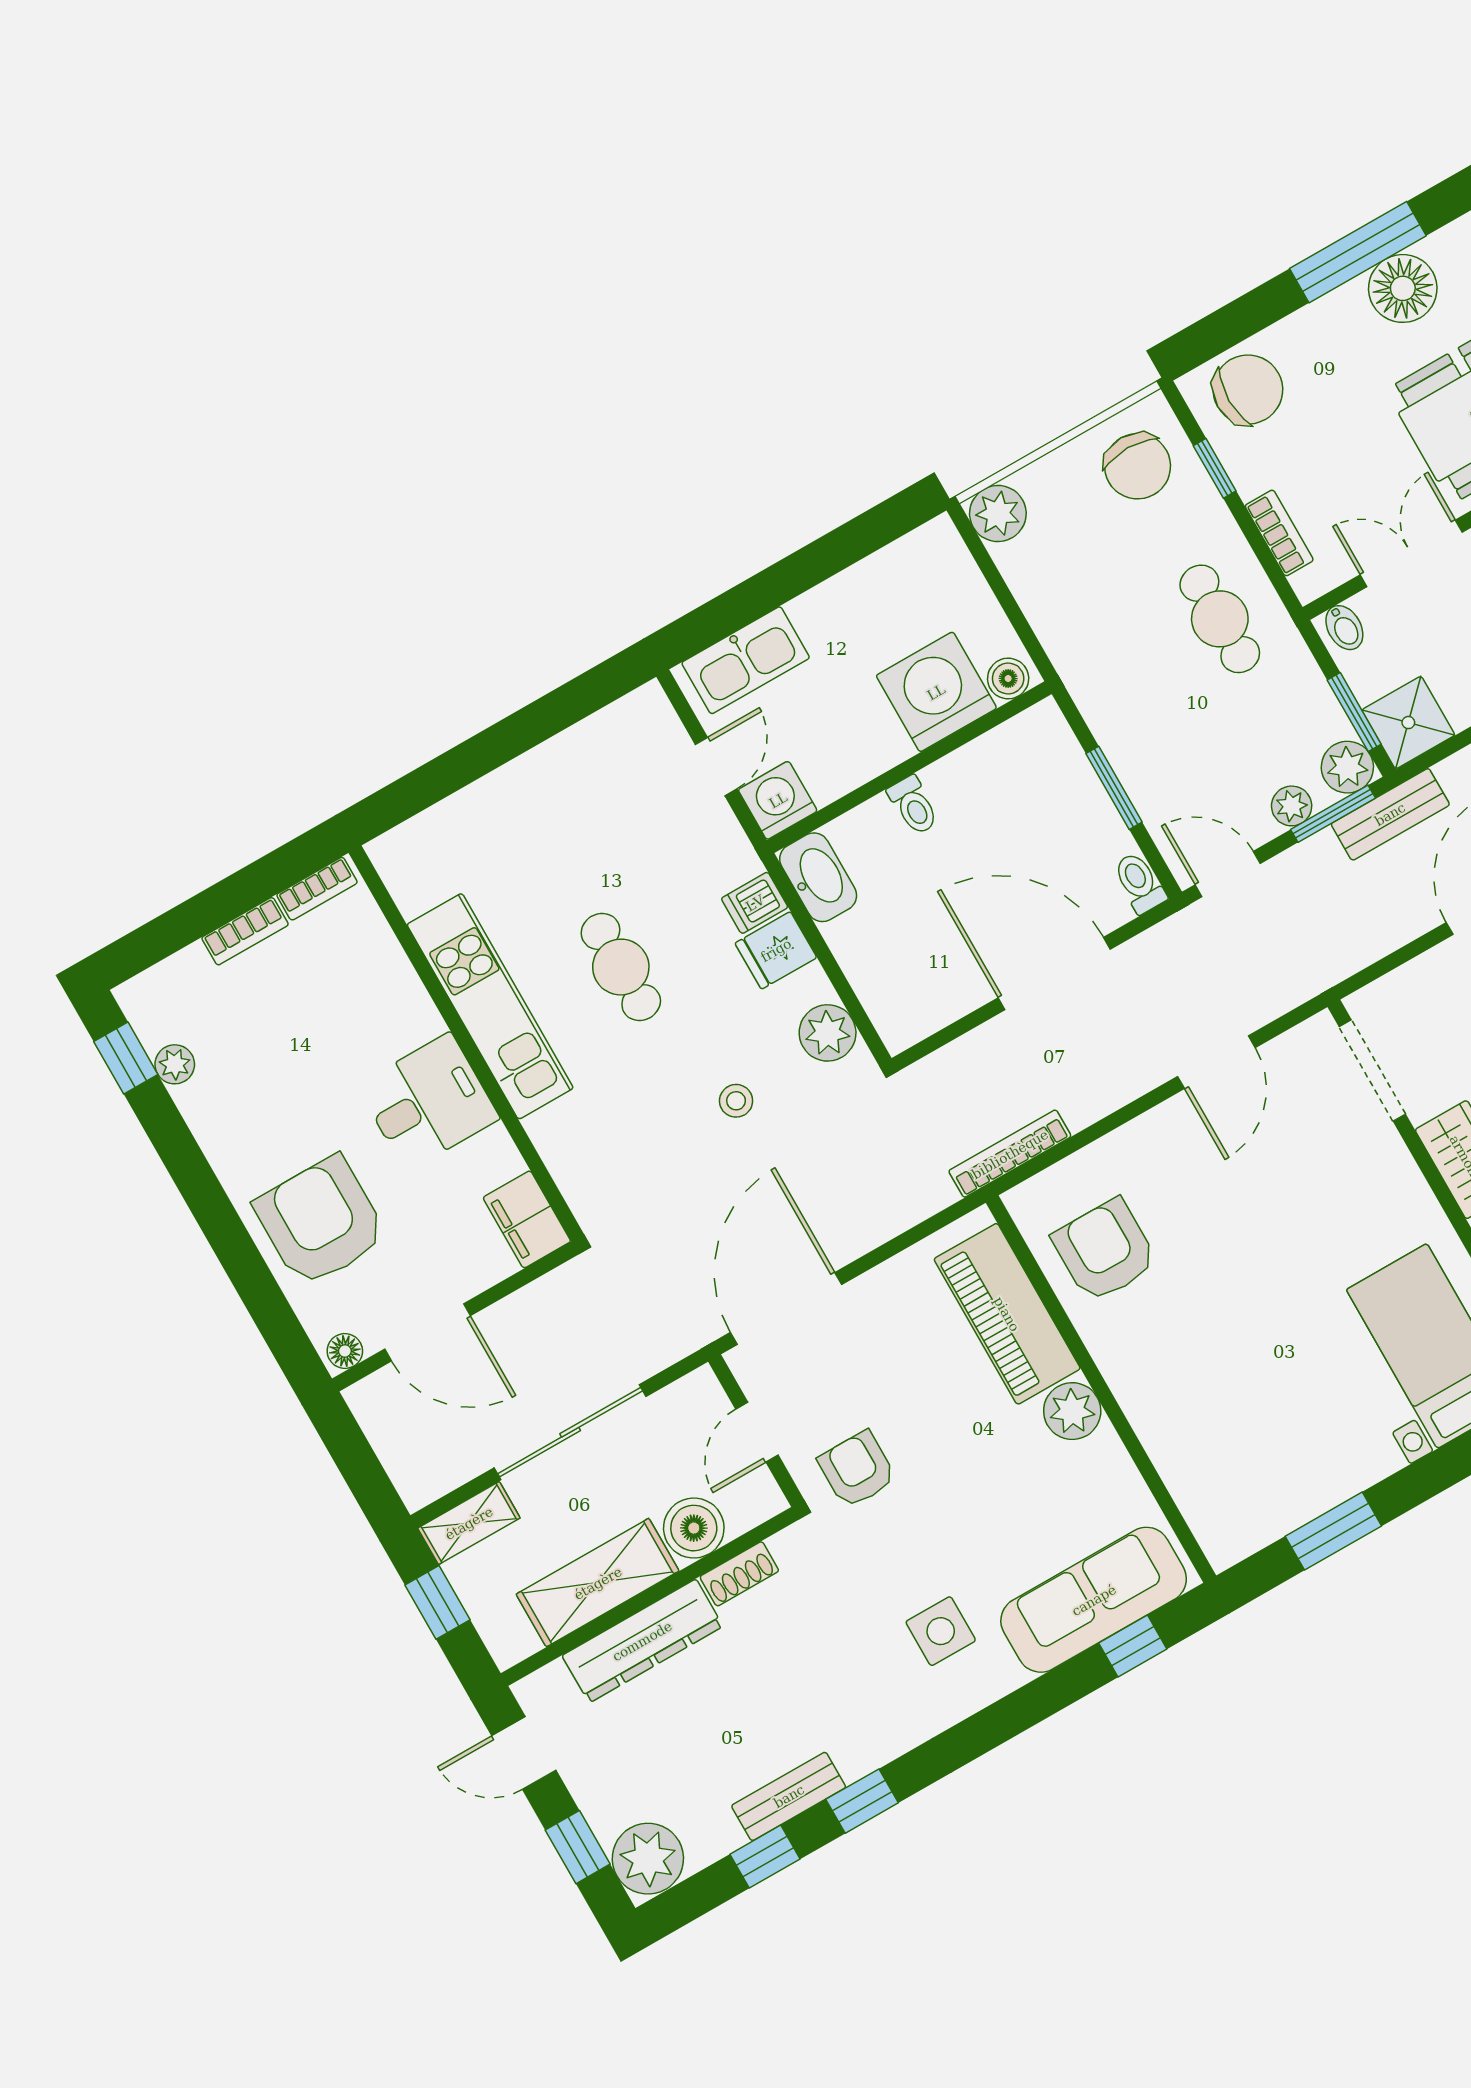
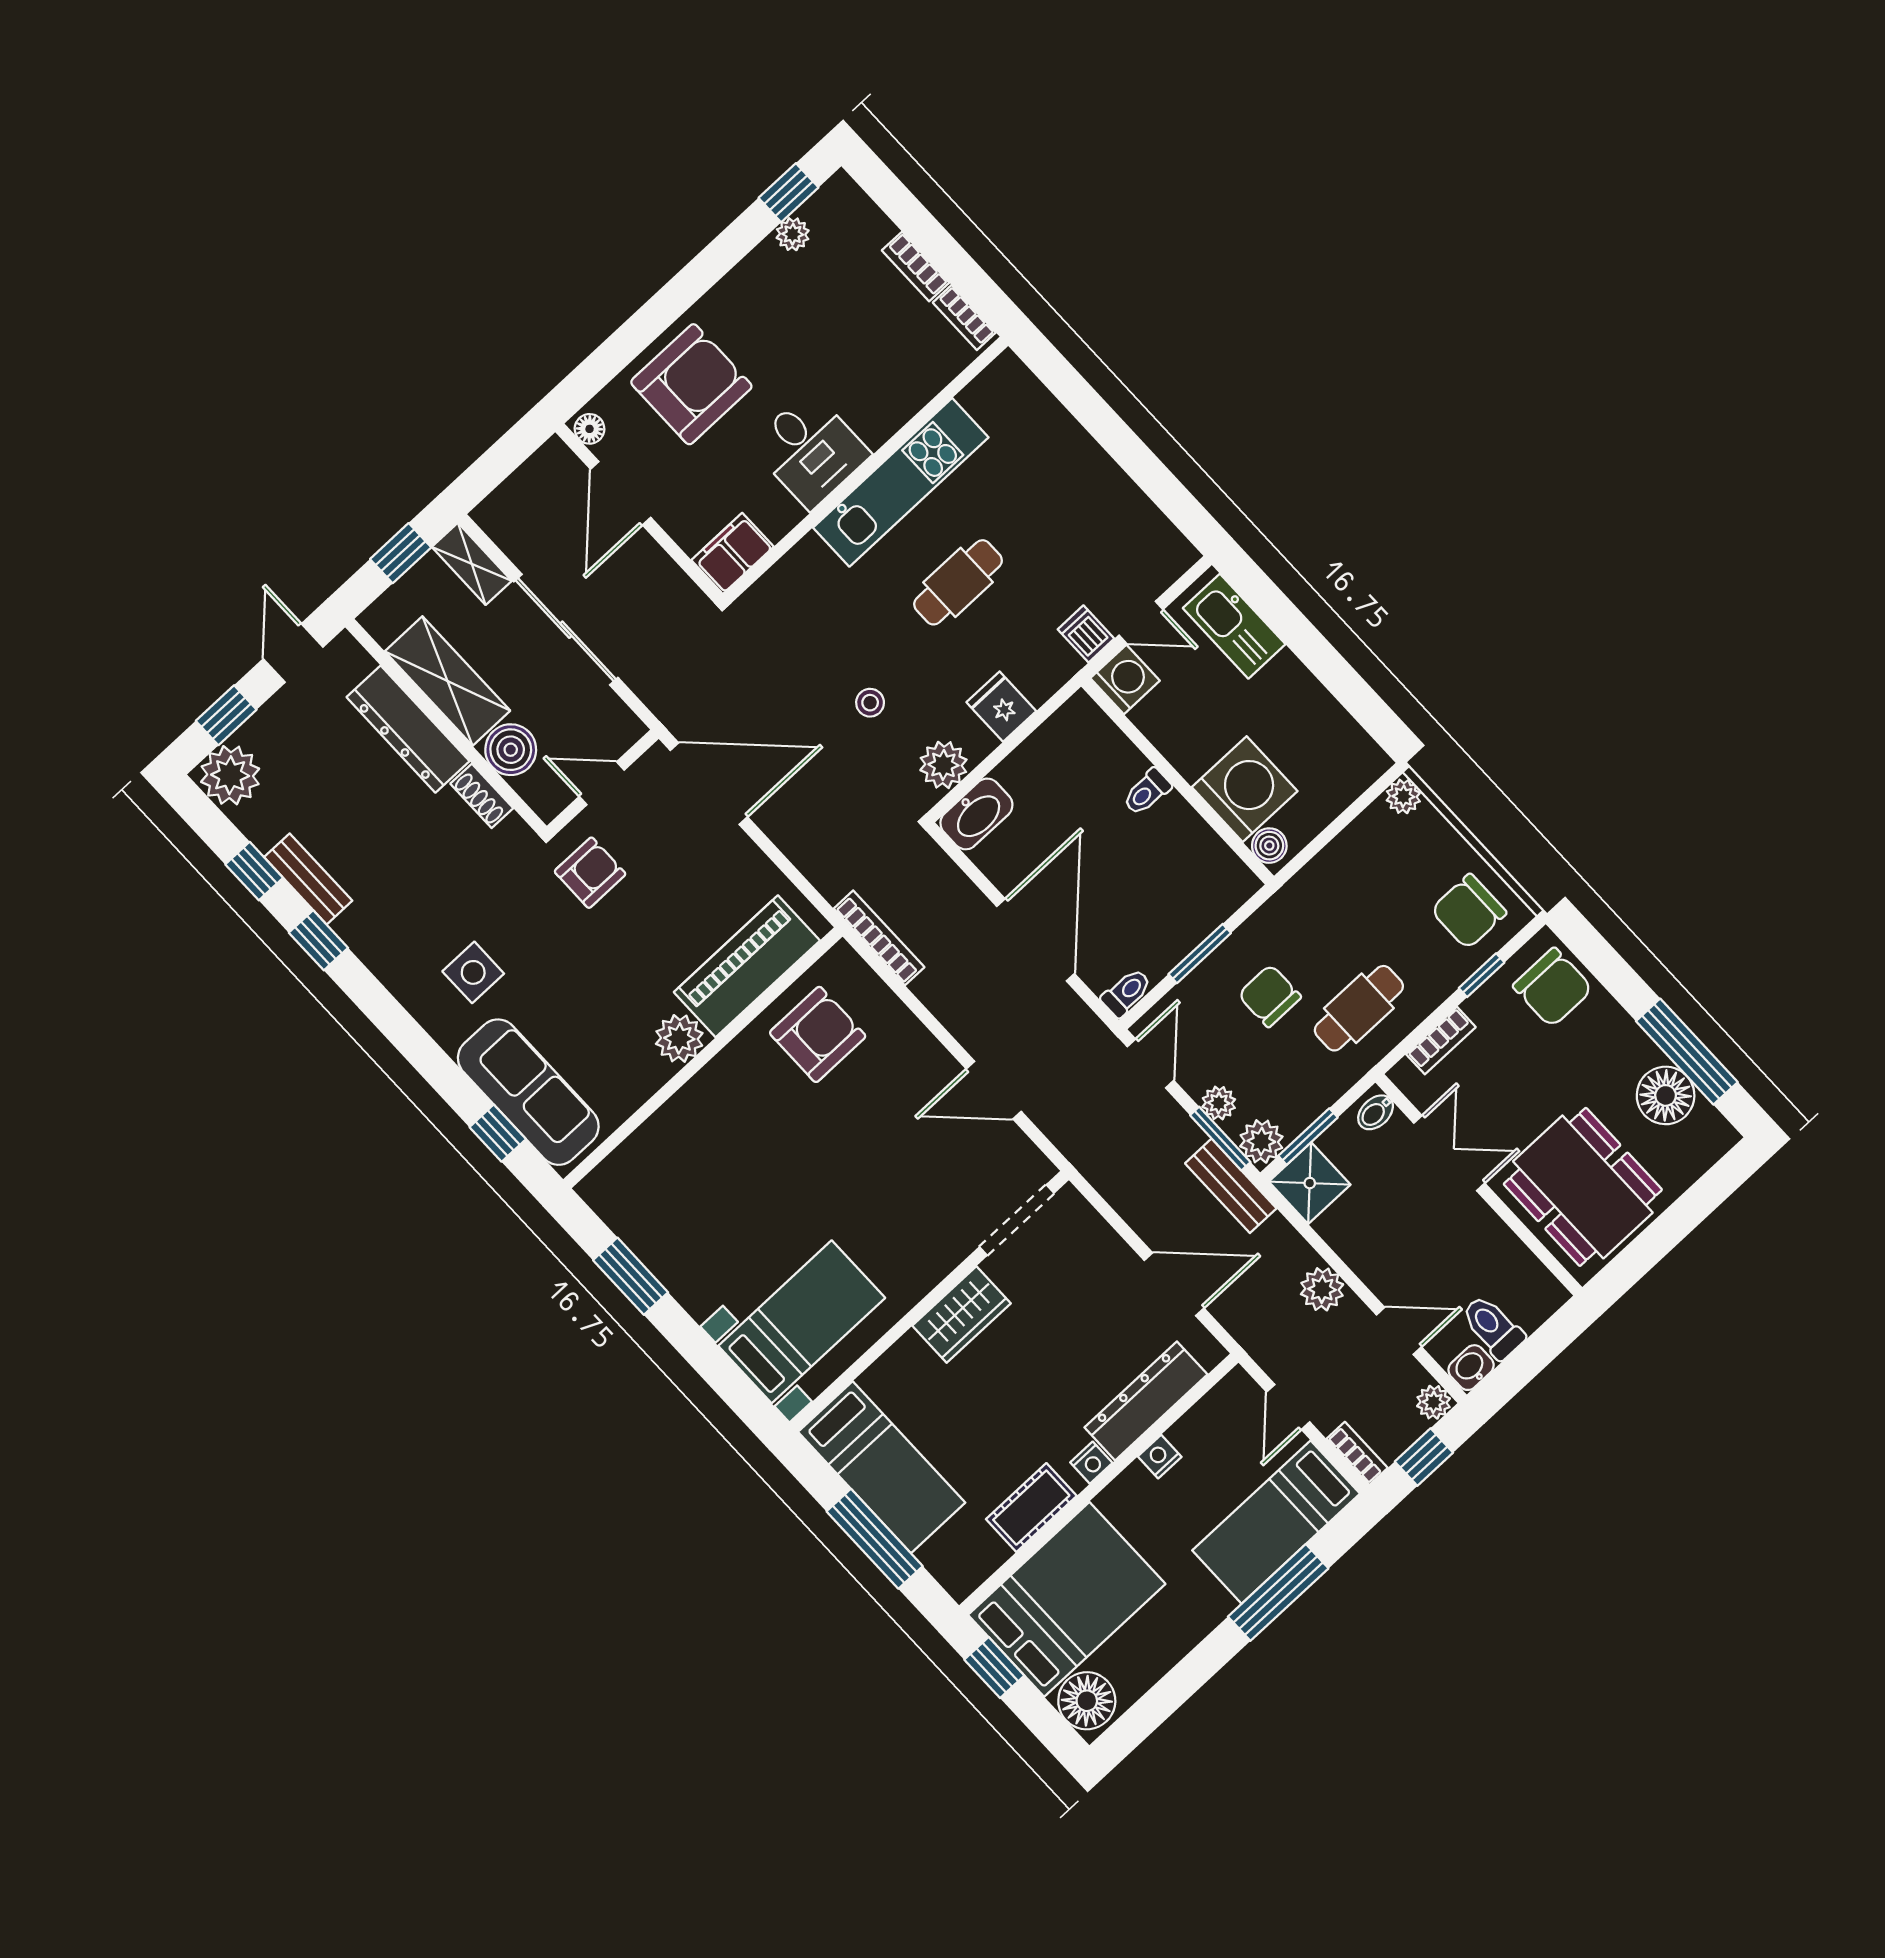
plant: (998, 514) -> (1403, 796), width x0.73, depth x0.73
chair: (1182, 719) -> (1270, 996), added
washbasin: (818, 877) -> (976, 814), moved
dishwasher: (755, 903) -> (1086, 634), moved

